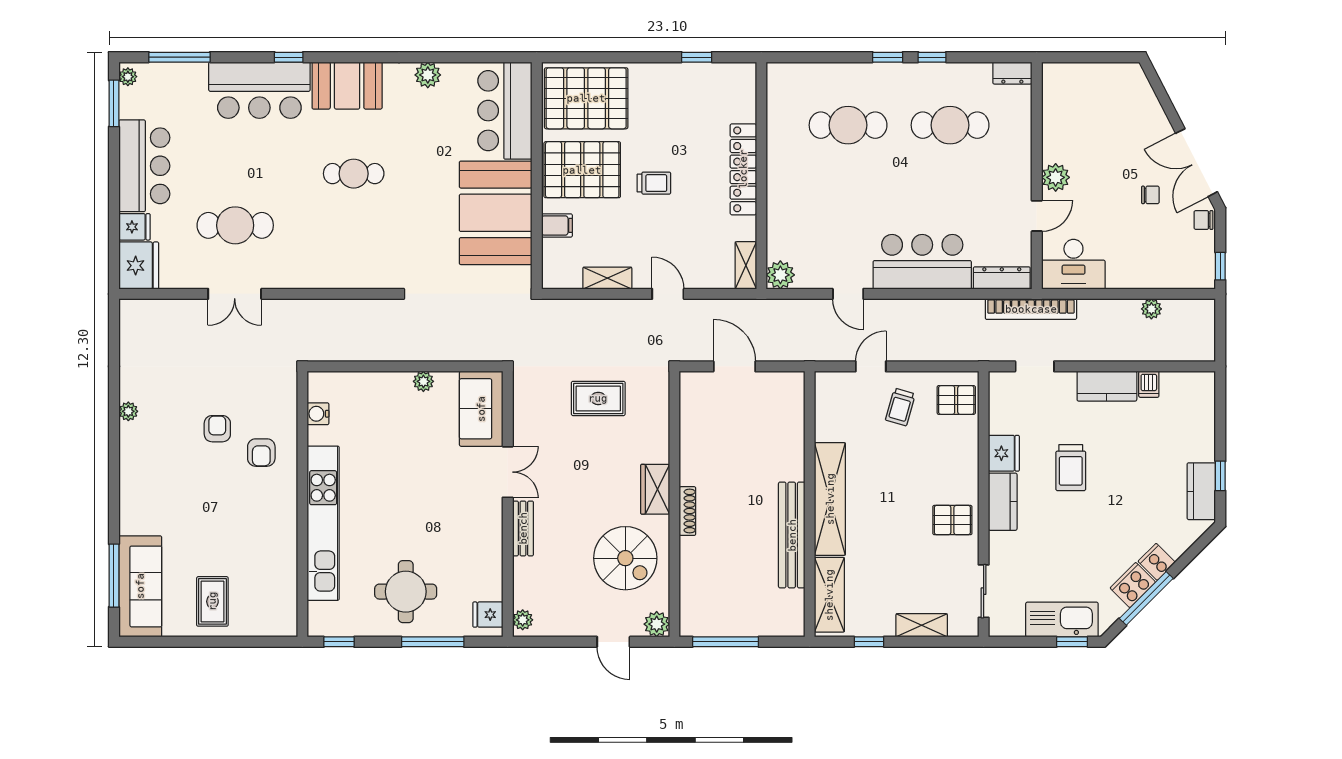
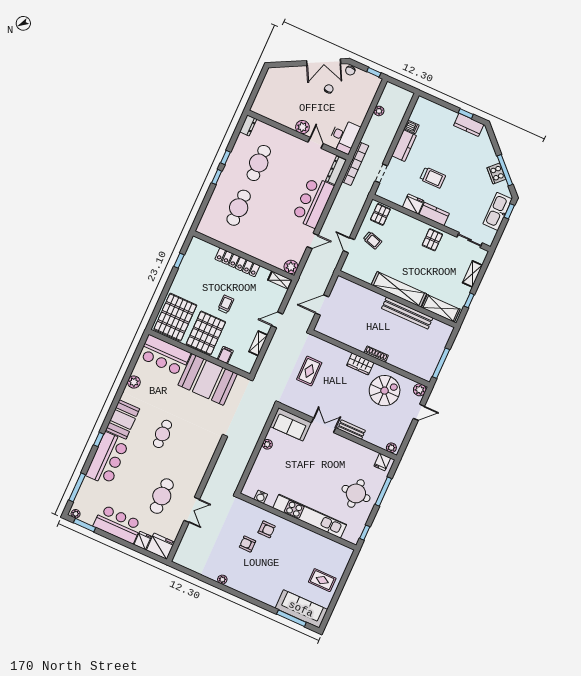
cooker: (1157, 562) -> (491, 158), removed

